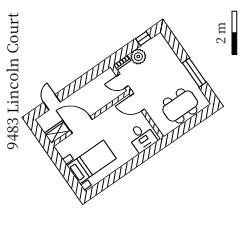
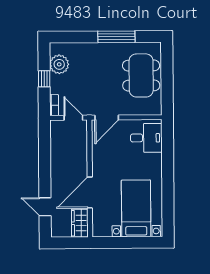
window: (143, 39) -> (44, 79), moved
plant: (138, 57) -> (59, 64), moved
door: (122, 81) -> (73, 118), swing flipped

